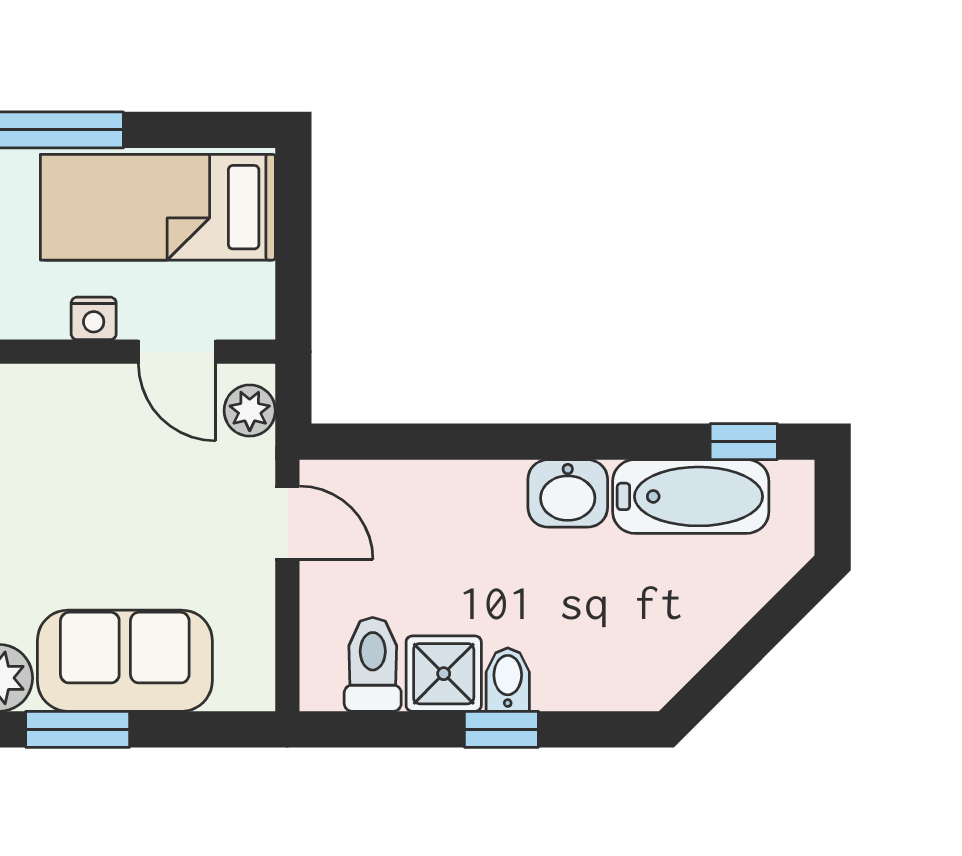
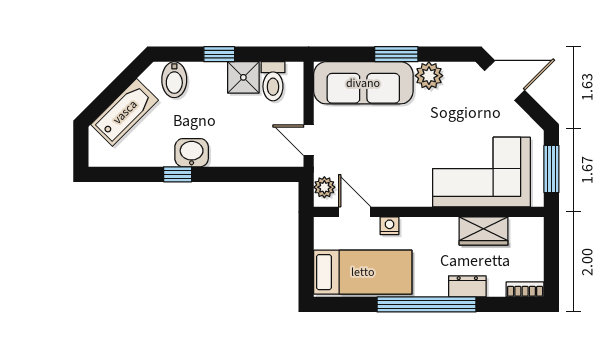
window: (744, 442) -> (178, 174), moved
bathtub: (691, 496) -> (125, 112), moved, turned 135
sofa: (125, 661) -> (363, 83), width x1.36
bidet: (508, 680) -> (174, 80), moved, width x1.38, depth x1.36

